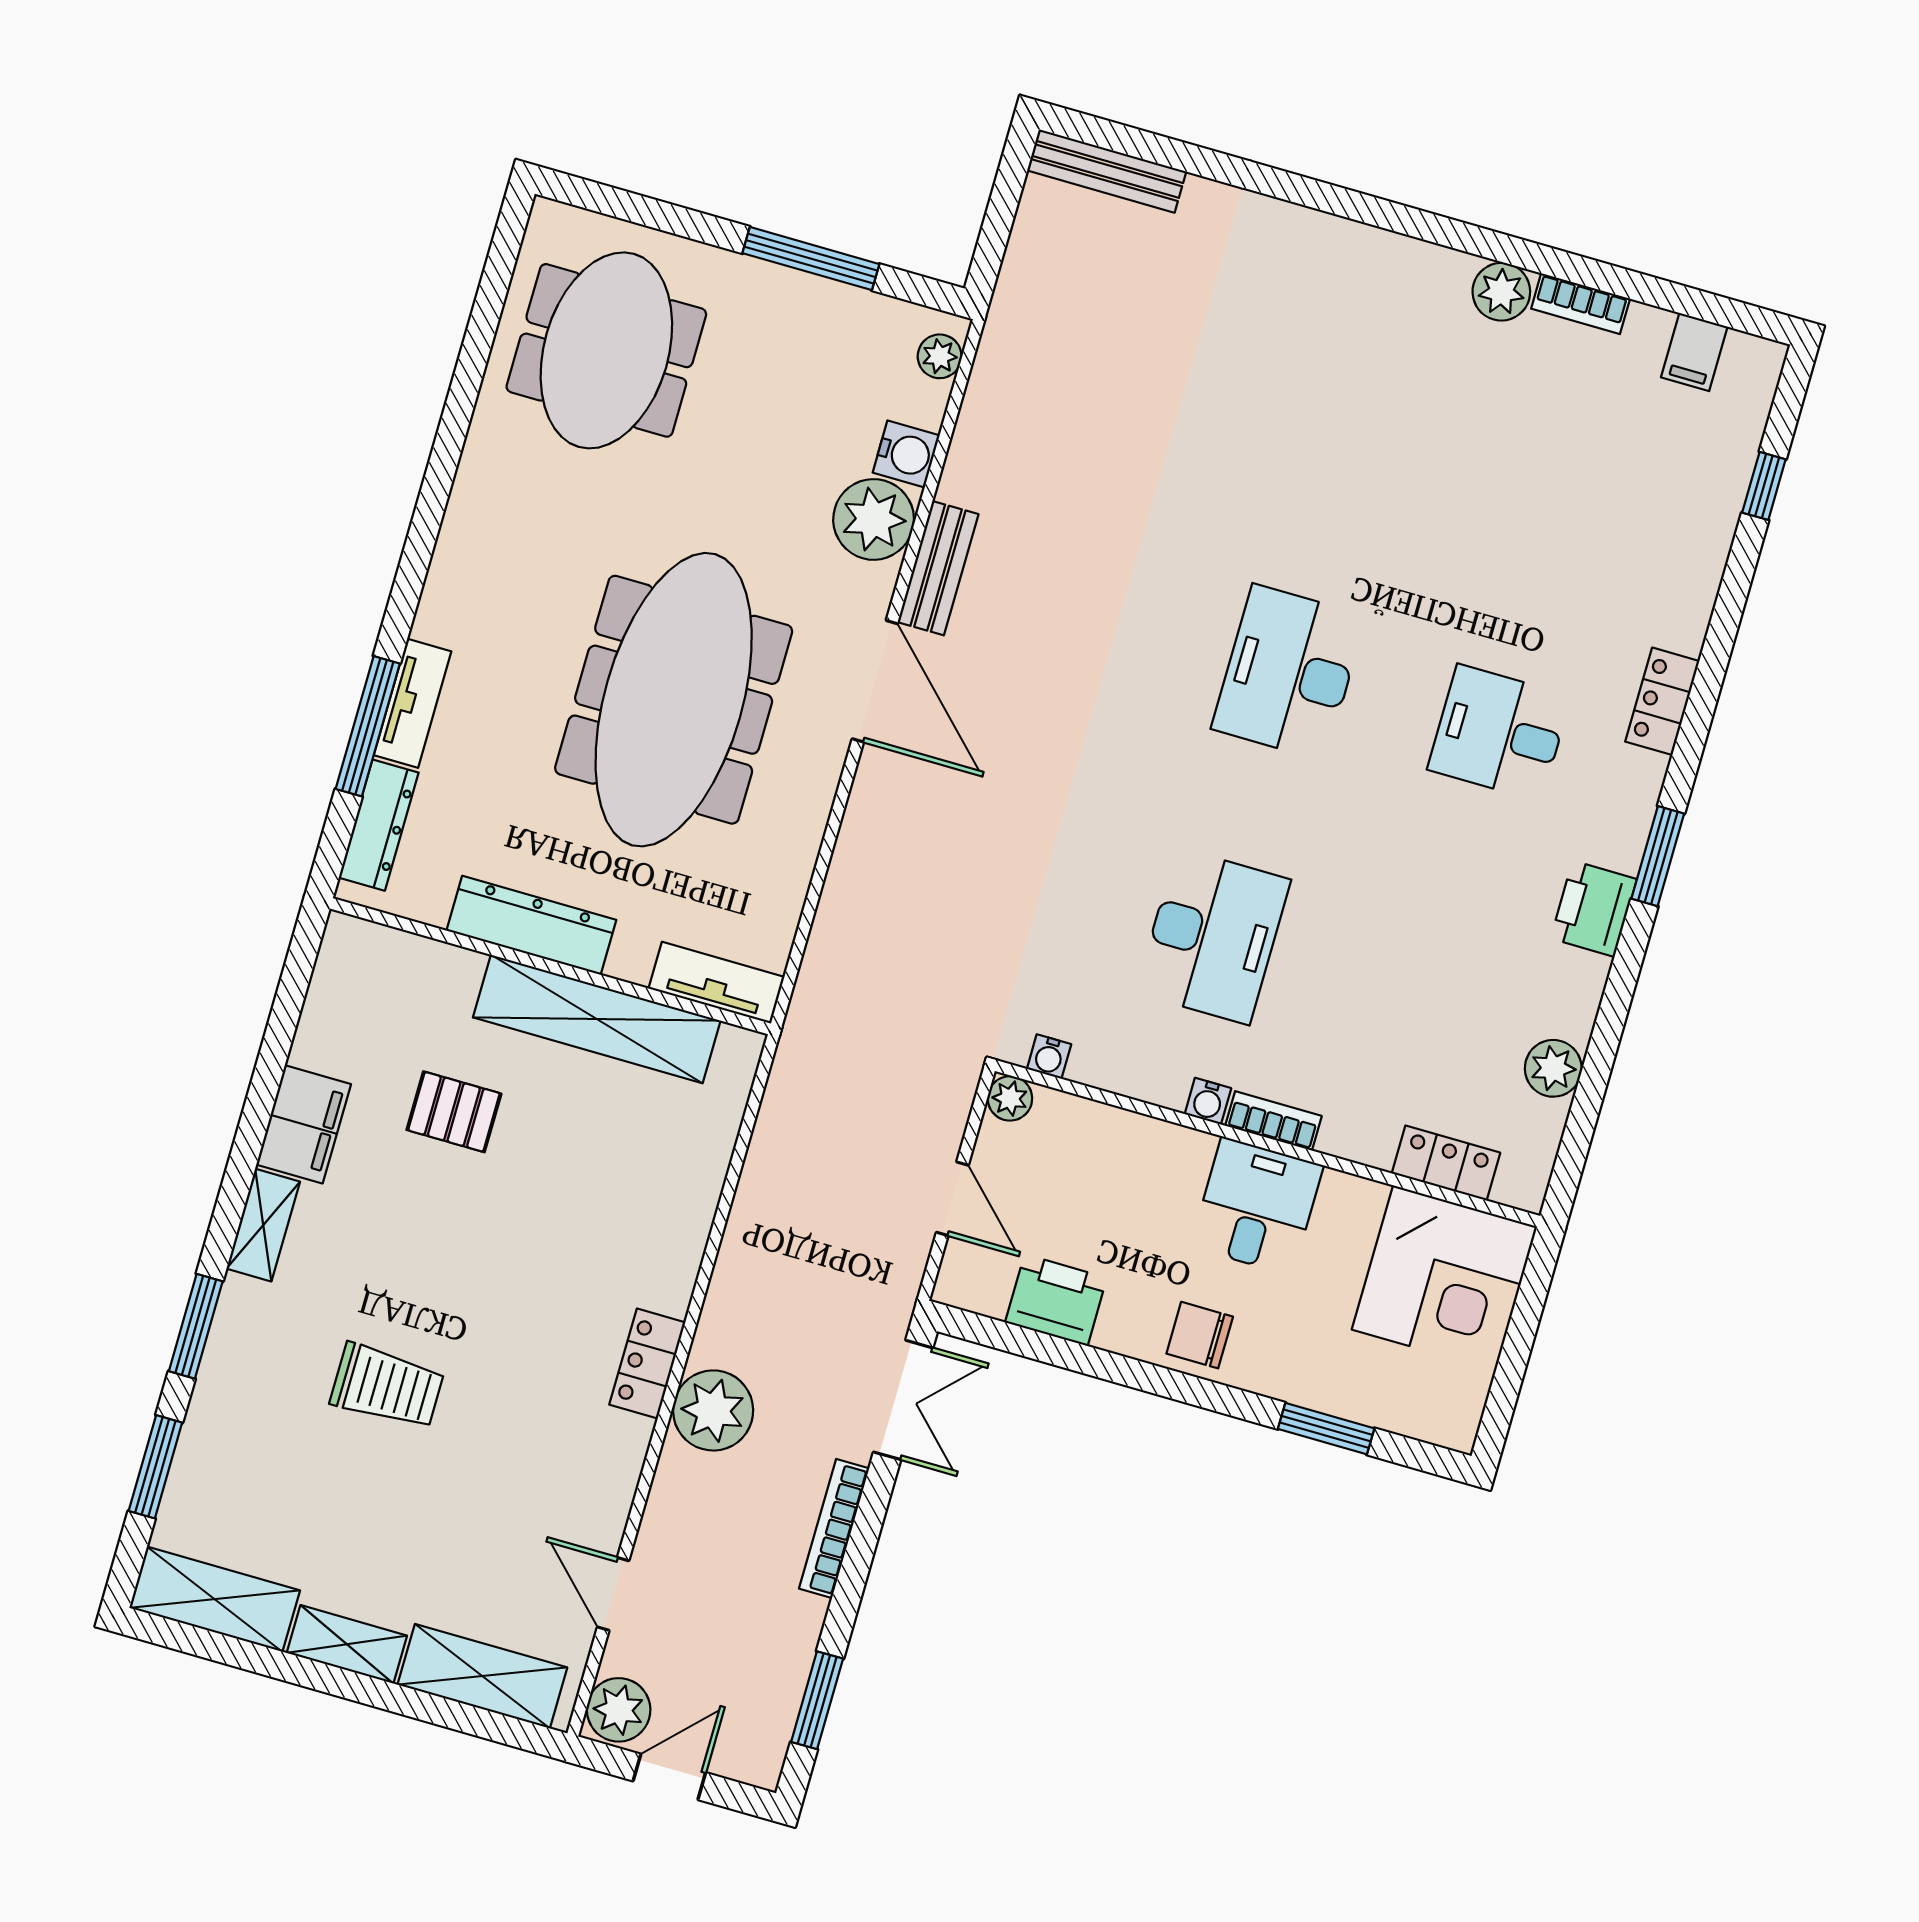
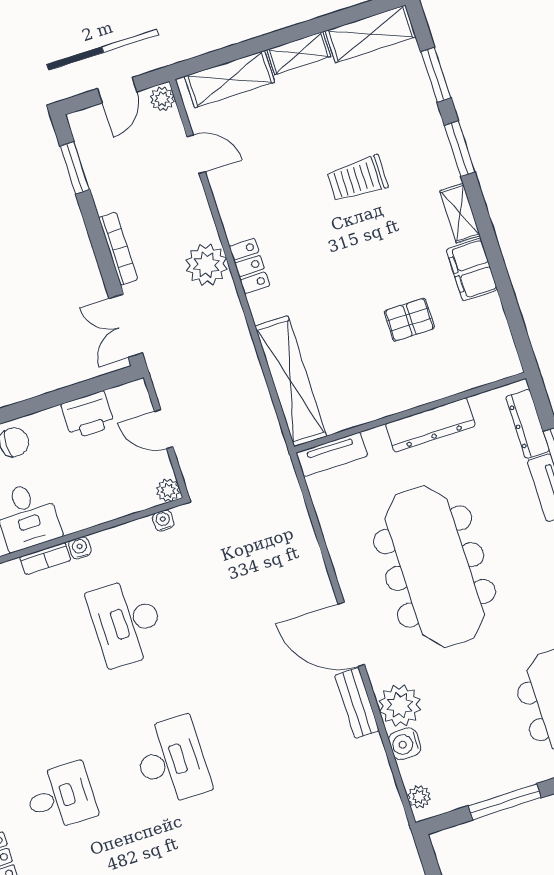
shelving: (597, 1019) -> (291, 381), moved, turned 90
plant: (619, 1710) -> (162, 99), width x0.73, depth x0.73

